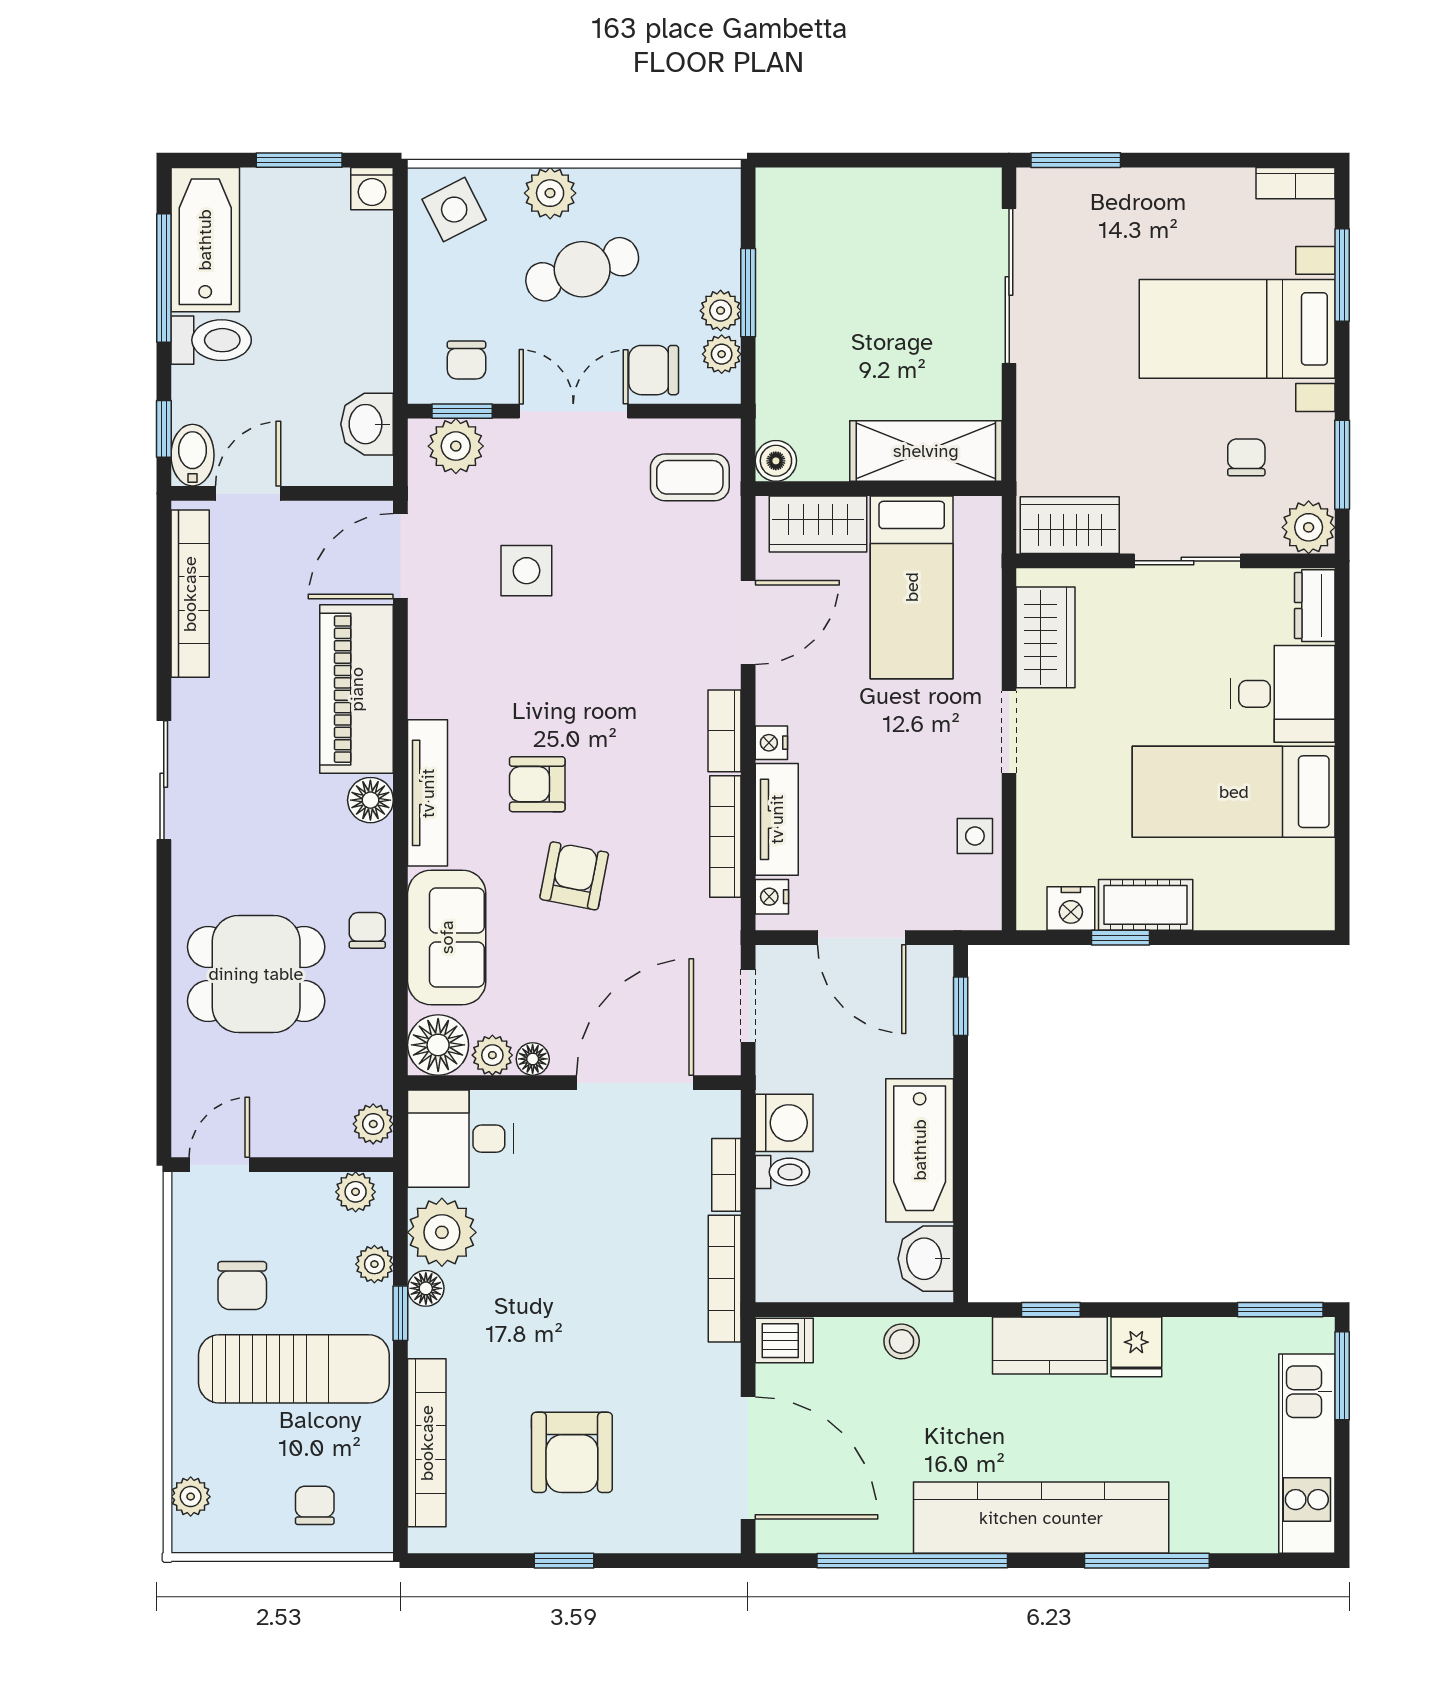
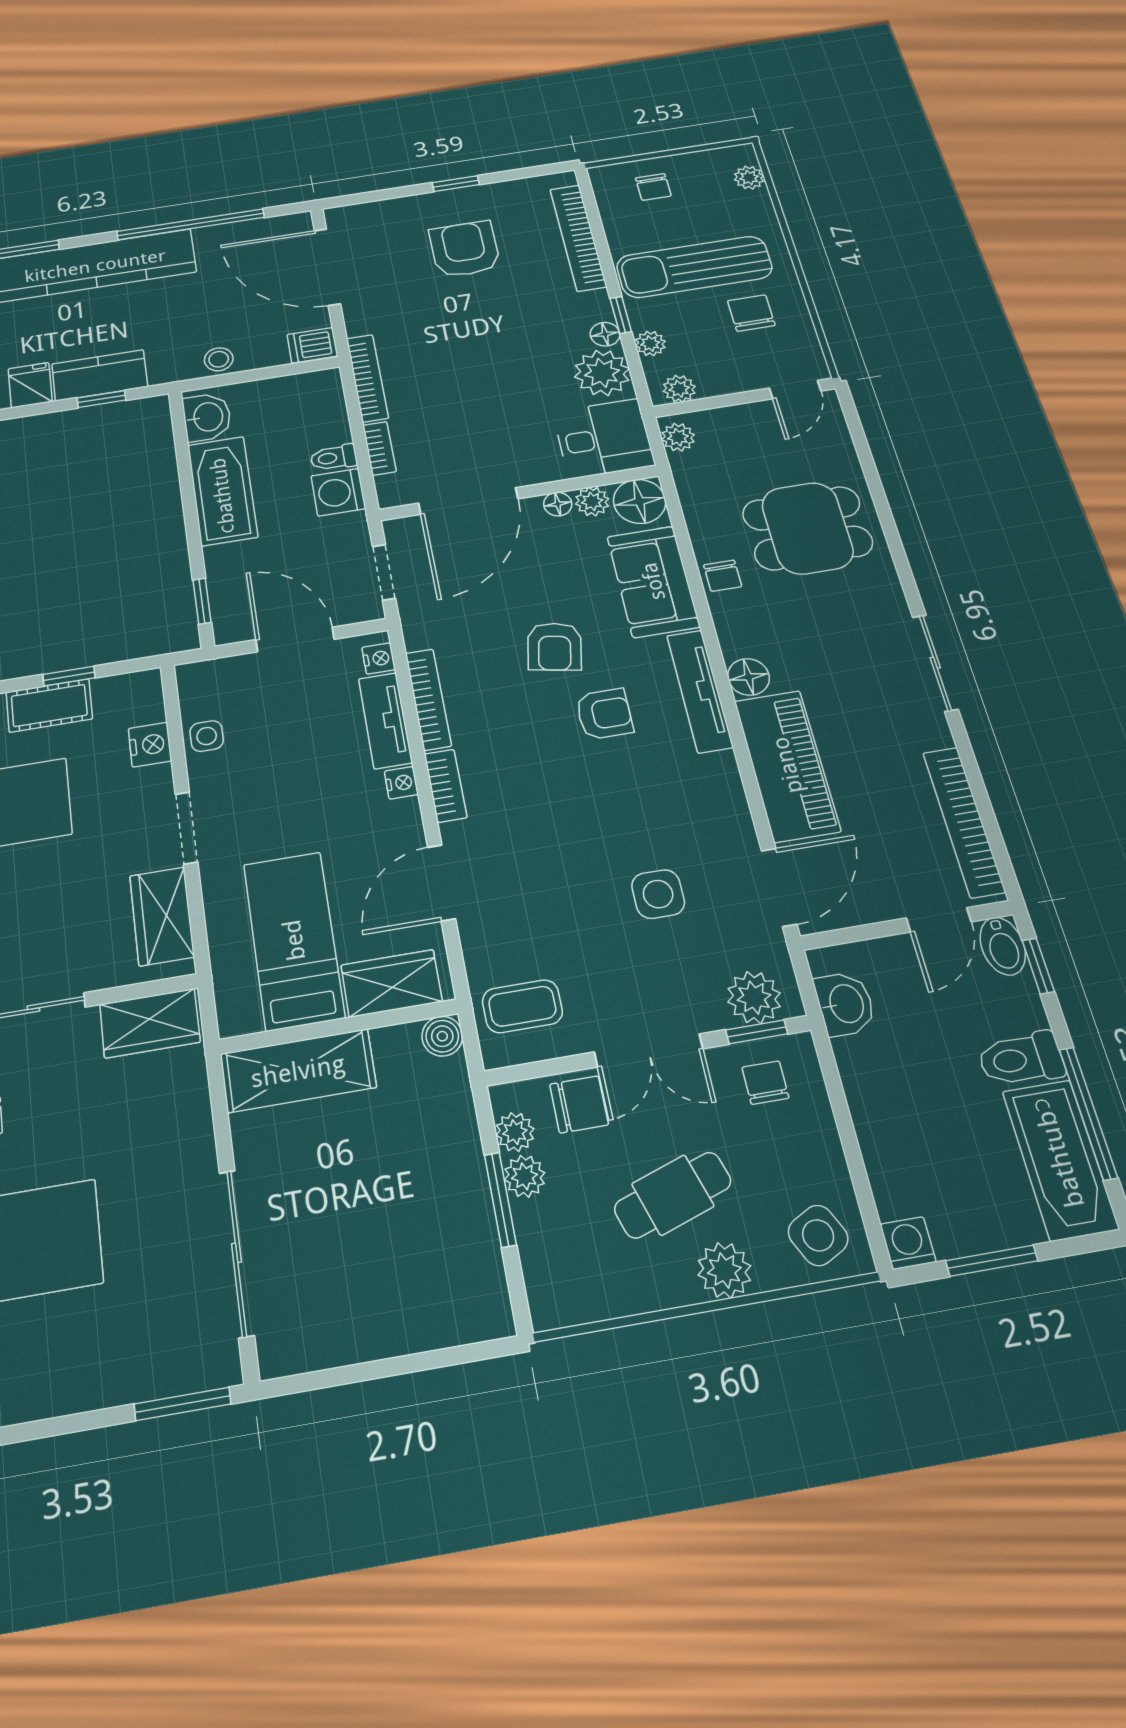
nightstand: (1071, 908) -> (150, 745), moved, turned 90

